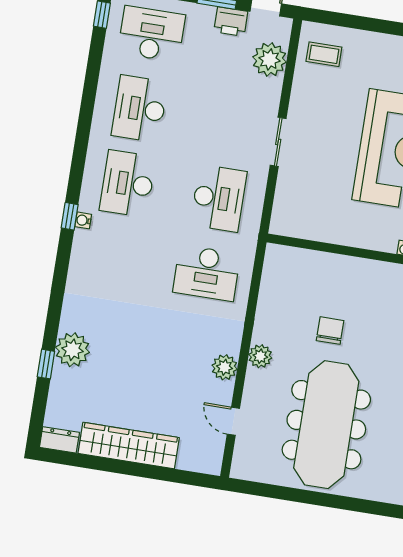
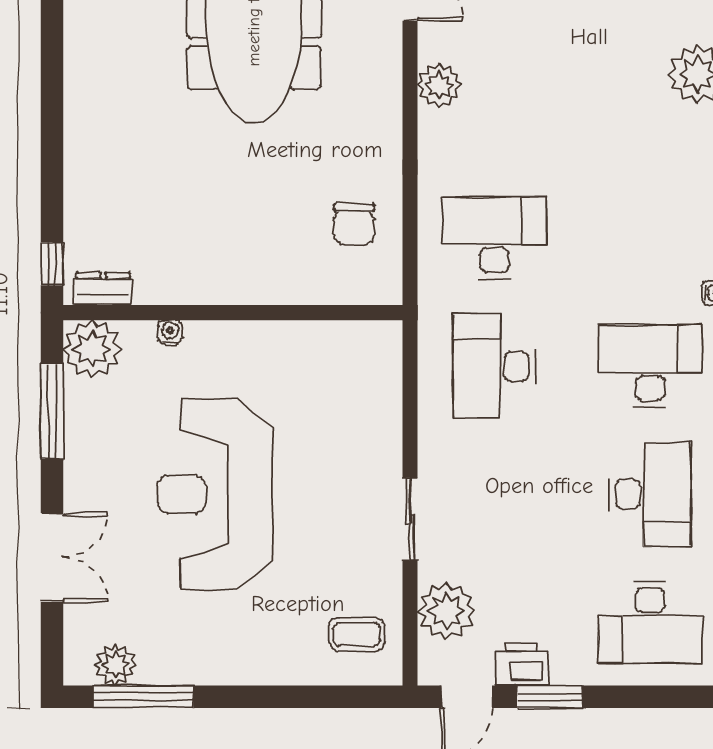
sliding door: (278, 142) -> (410, 519), moved
desk: (128, 184) -> (650, 366), turned -90
chair: (330, 331) -> (354, 224), moved
plant: (260, 356) -> (383, 113), removed

